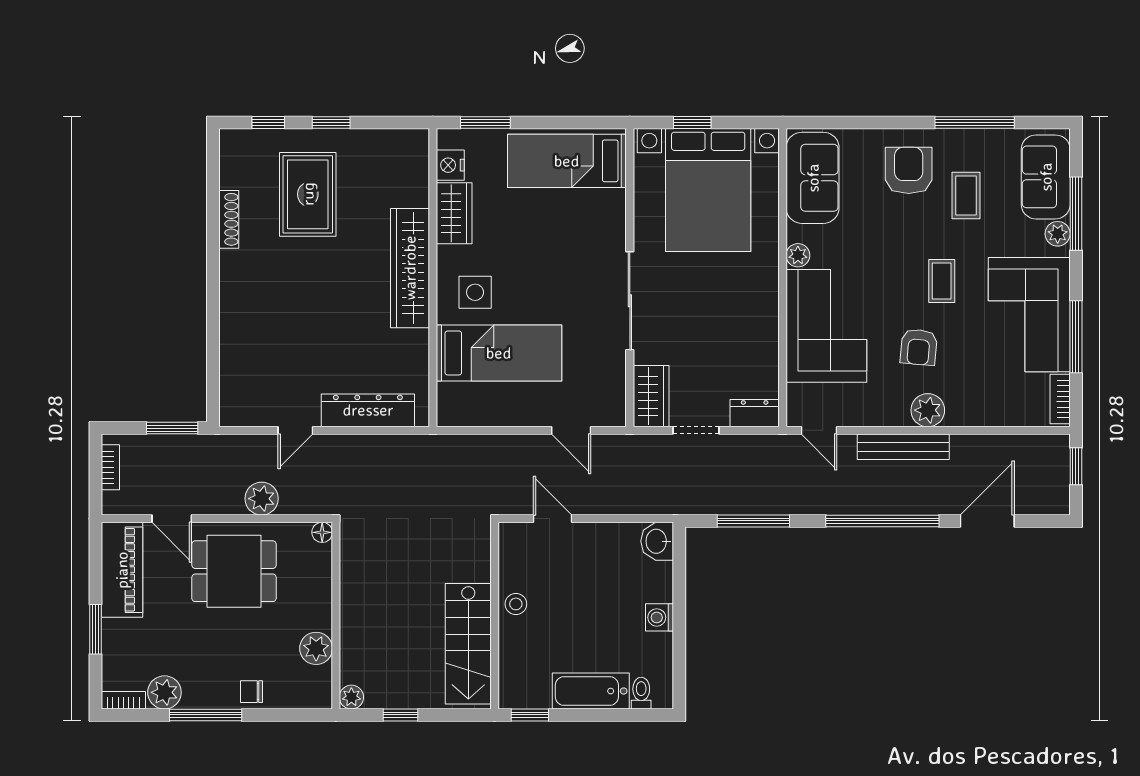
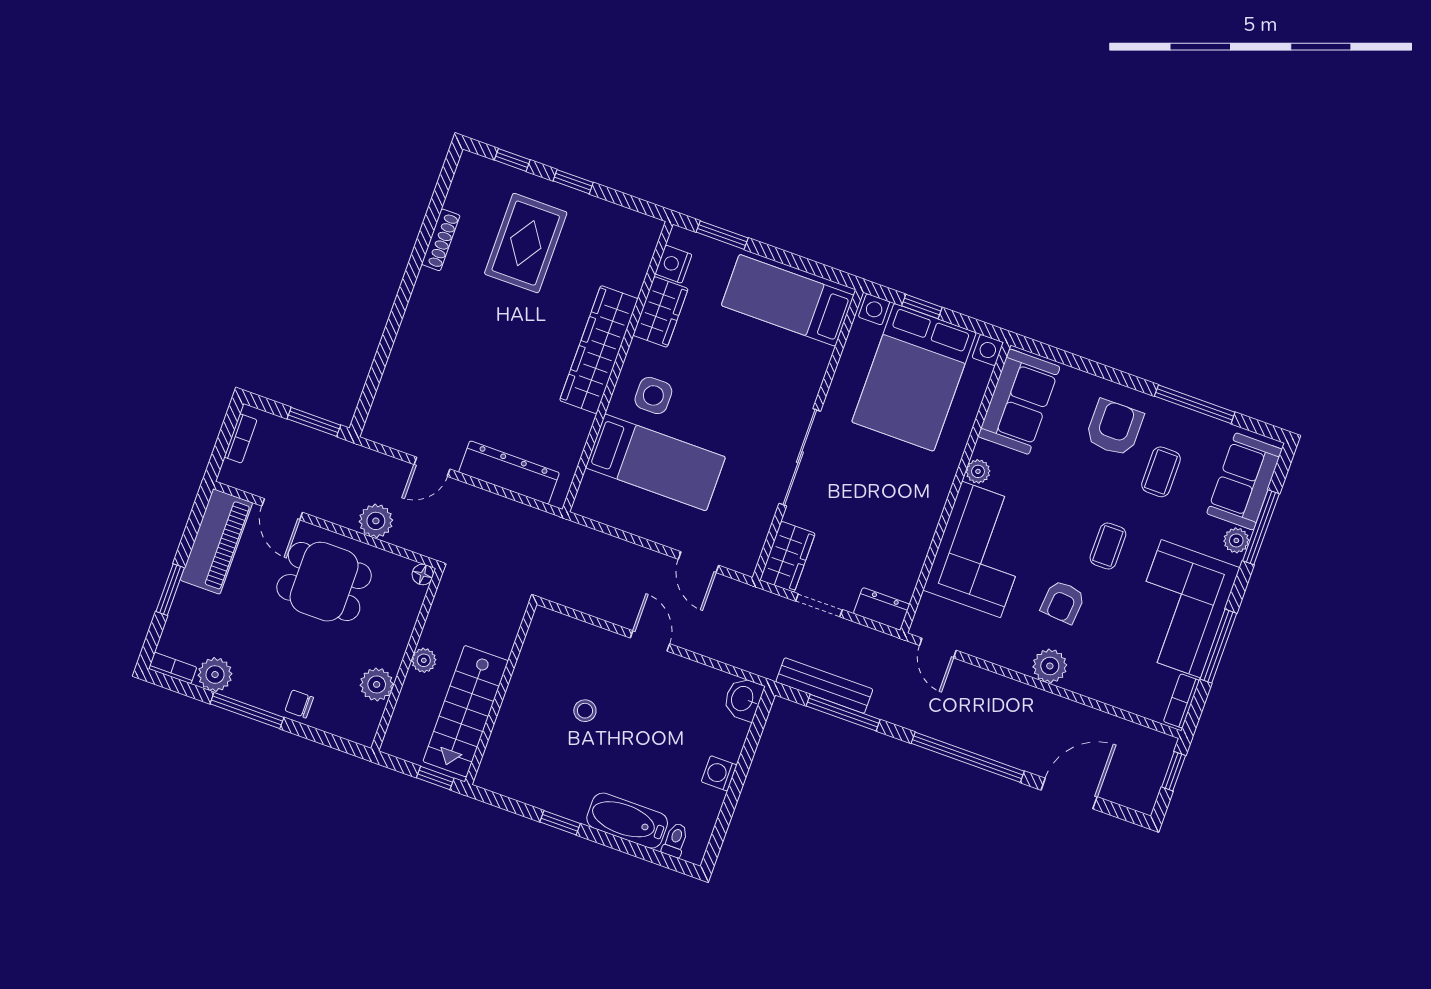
bench: (903, 447) -> (824, 686), moved
wall: (495, 616) -> (501, 693), moved
stairs: (468, 644) -> (466, 711), moved
plant: (351, 697) -> (424, 660), moved

